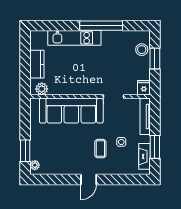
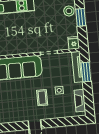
window: (155, 147) -> (86, 72), moved

